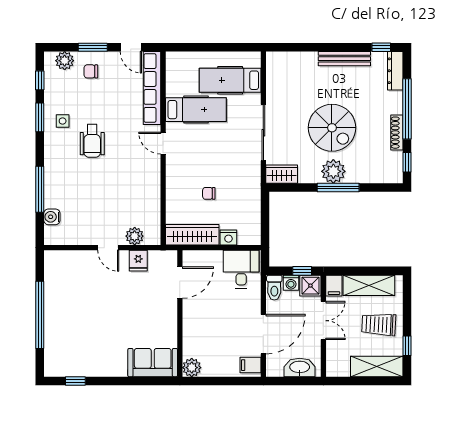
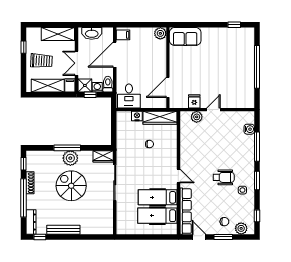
hospital bed: (230, 80) -> (157, 216), moved, turned 180
window: (40, 117) -> (257, 181), moved
wheelchair: (92, 141) -> (224, 177), turned 90
door: (108, 248) -> (213, 110), hinge flipped
shelving: (377, 366) -> (58, 34), moved

